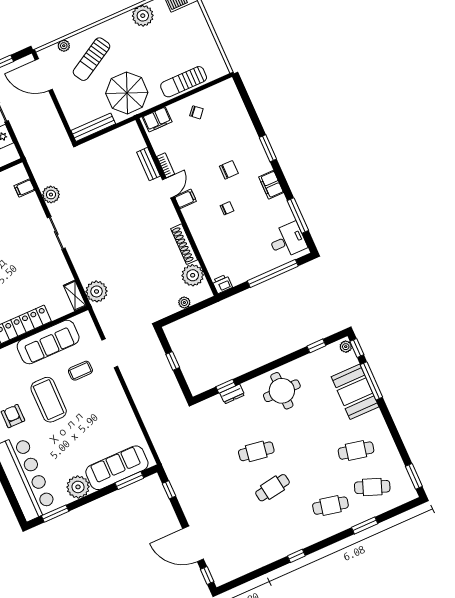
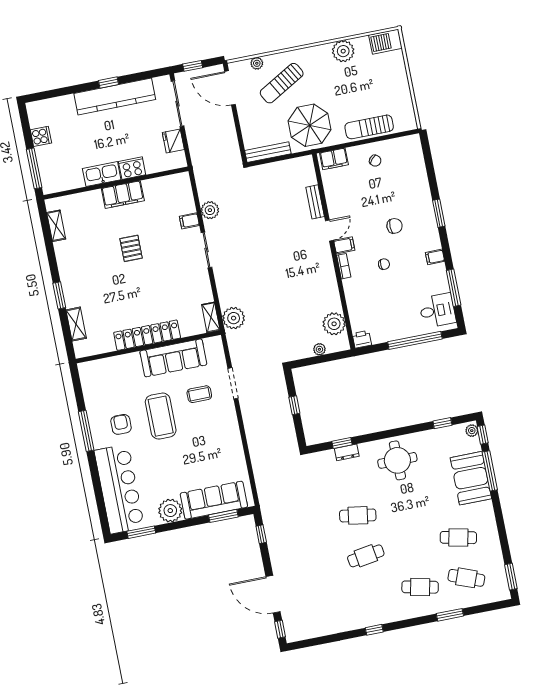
bookcase: (166, 165) -> (344, 266), moved
filing cabinet: (271, 185) -> (435, 257), width x0.50
filing cabinet: (24, 188) -> (189, 221), moved
shoe rack: (184, 244) -> (333, 291), removed

